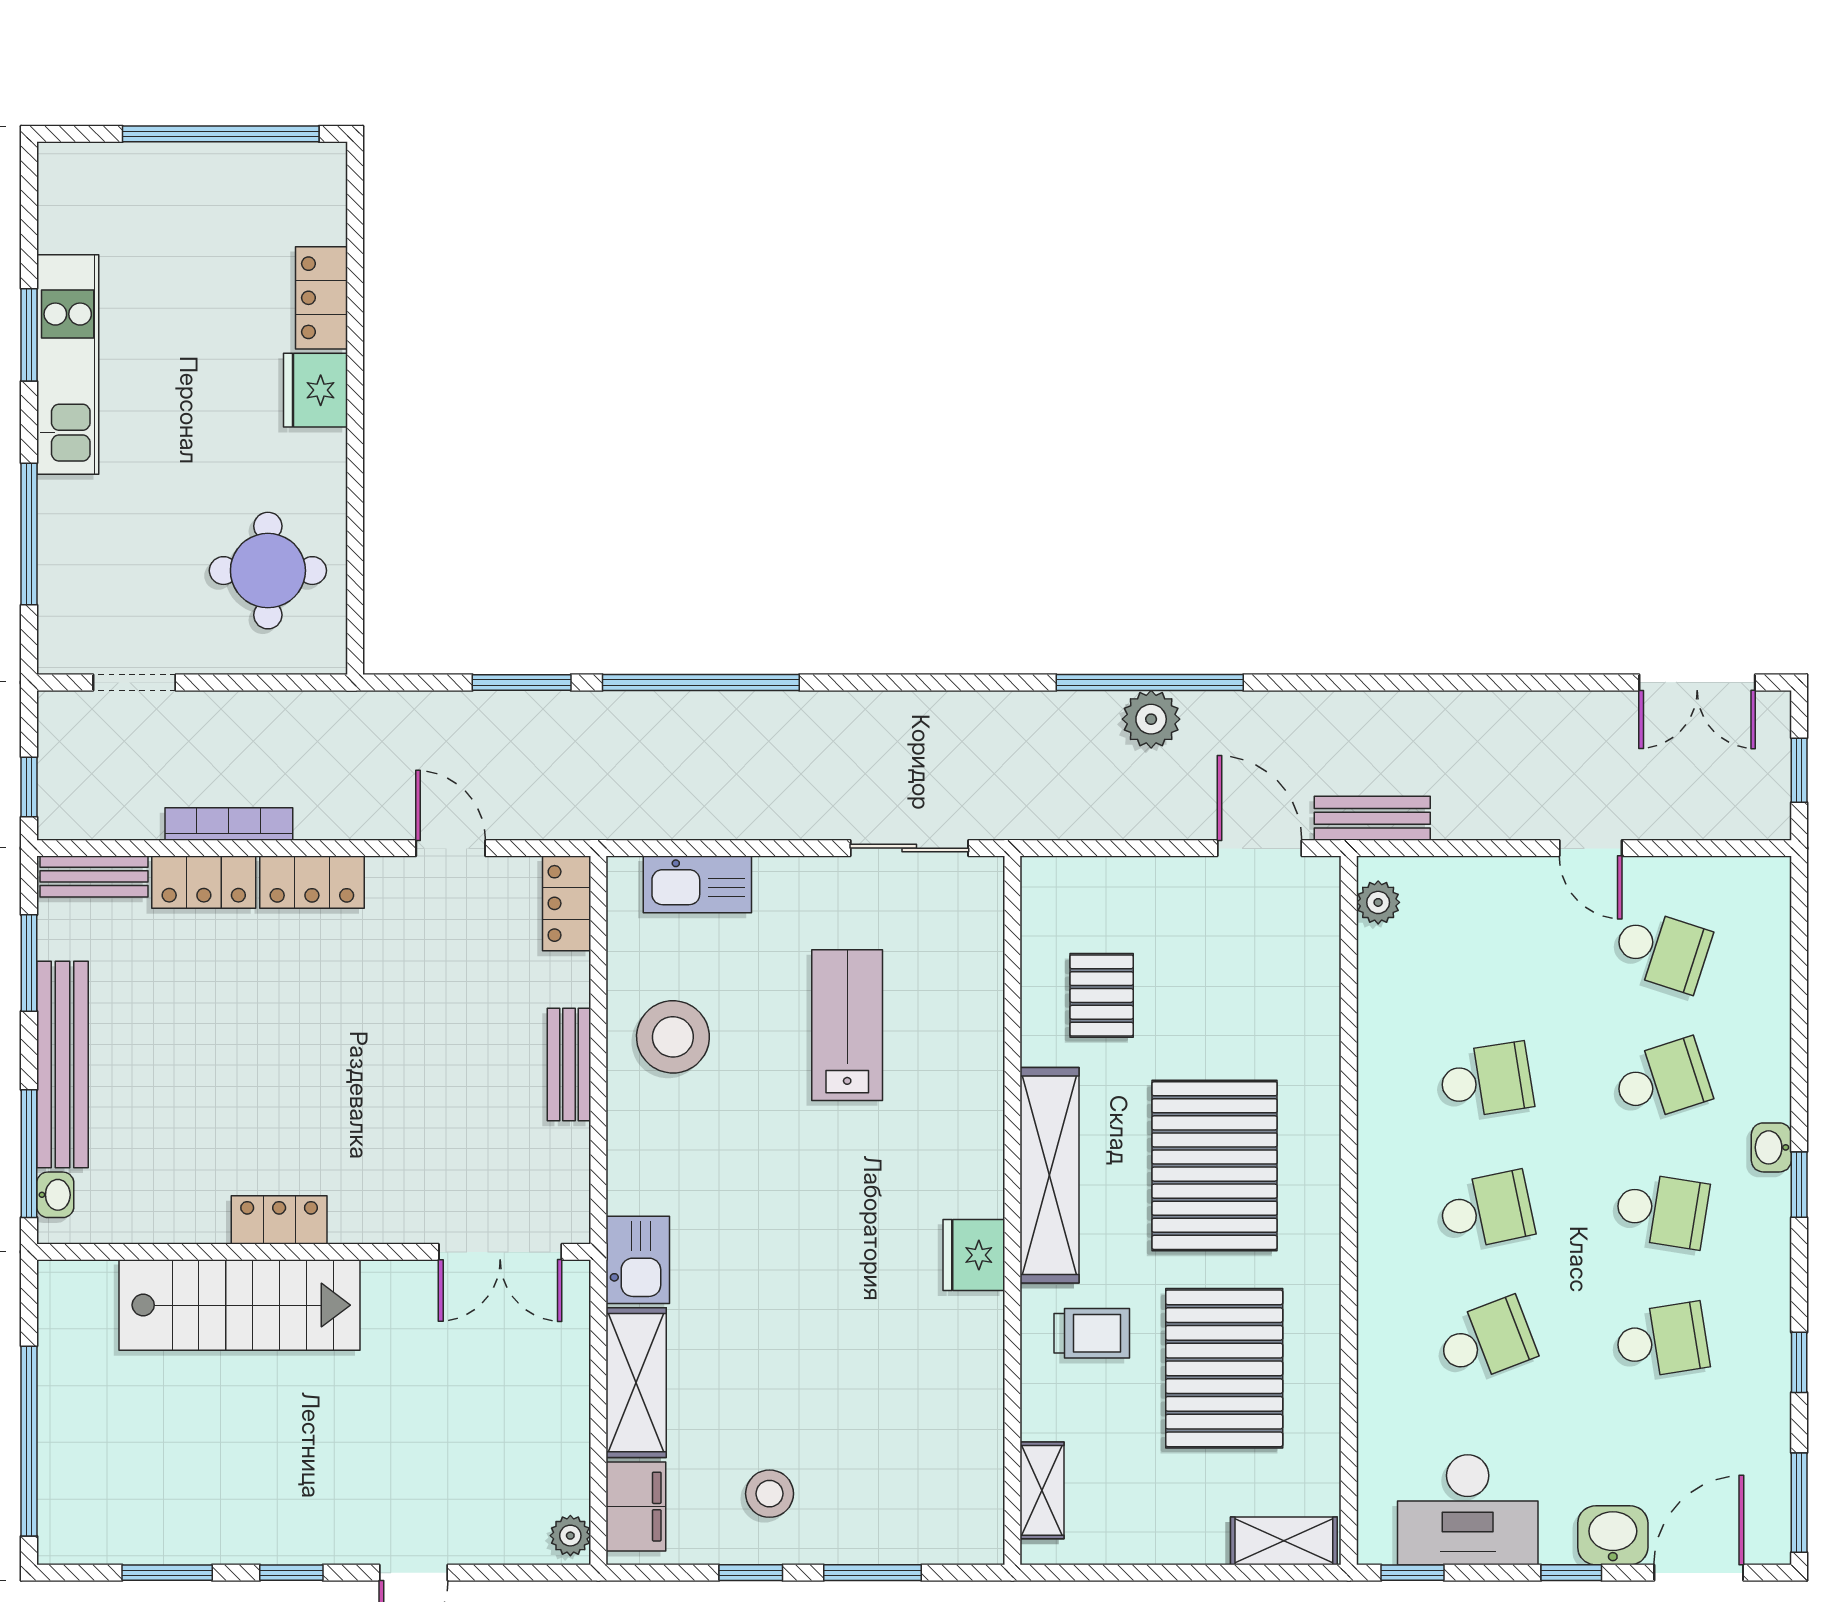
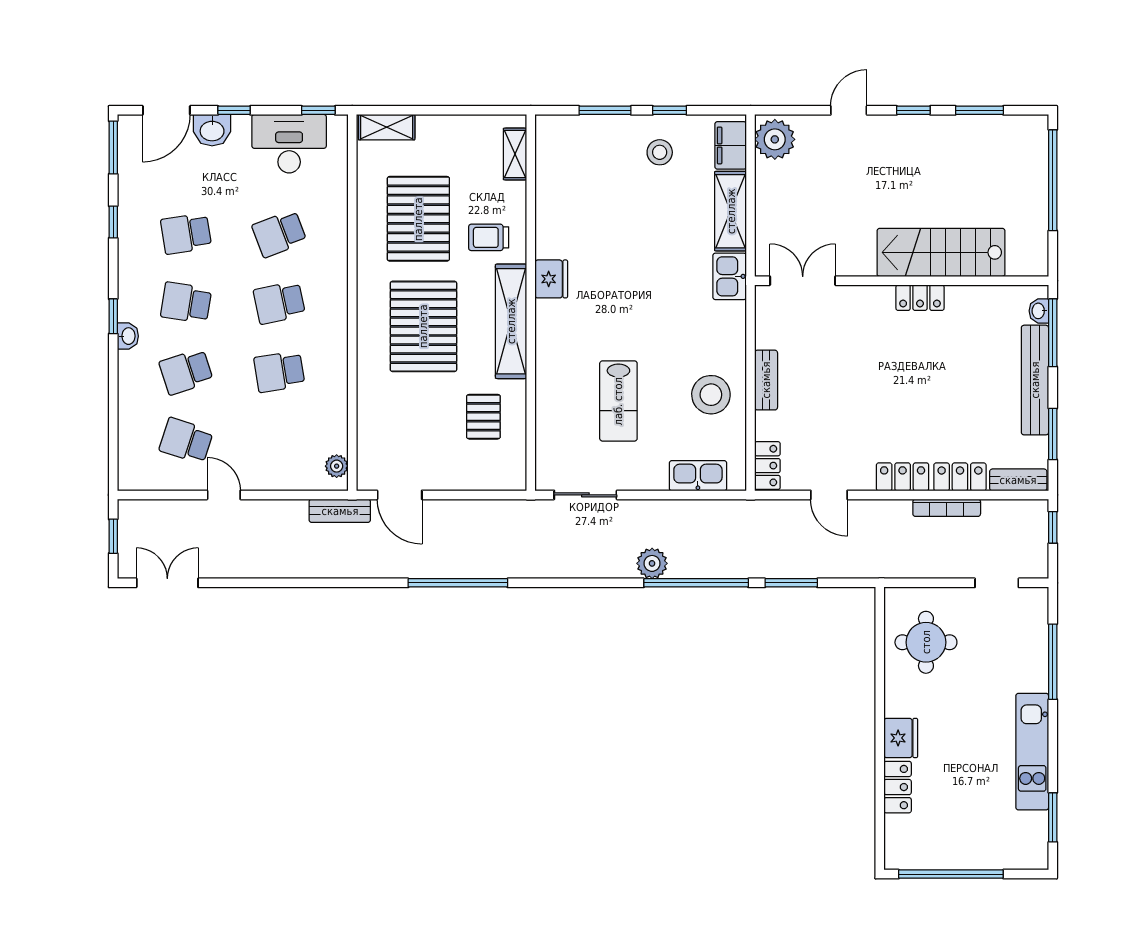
window: (29, 335) -> (1053, 817), moved
plant: (1151, 719) -> (652, 563), moved
plant: (570, 1536) -> (775, 139), width x1.88, depth x1.88

